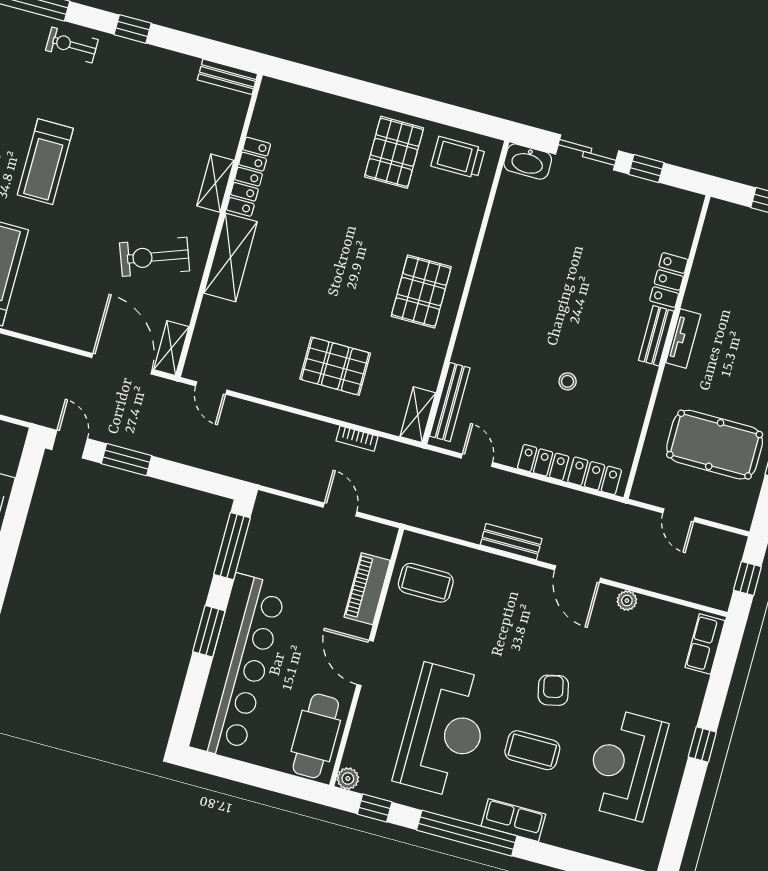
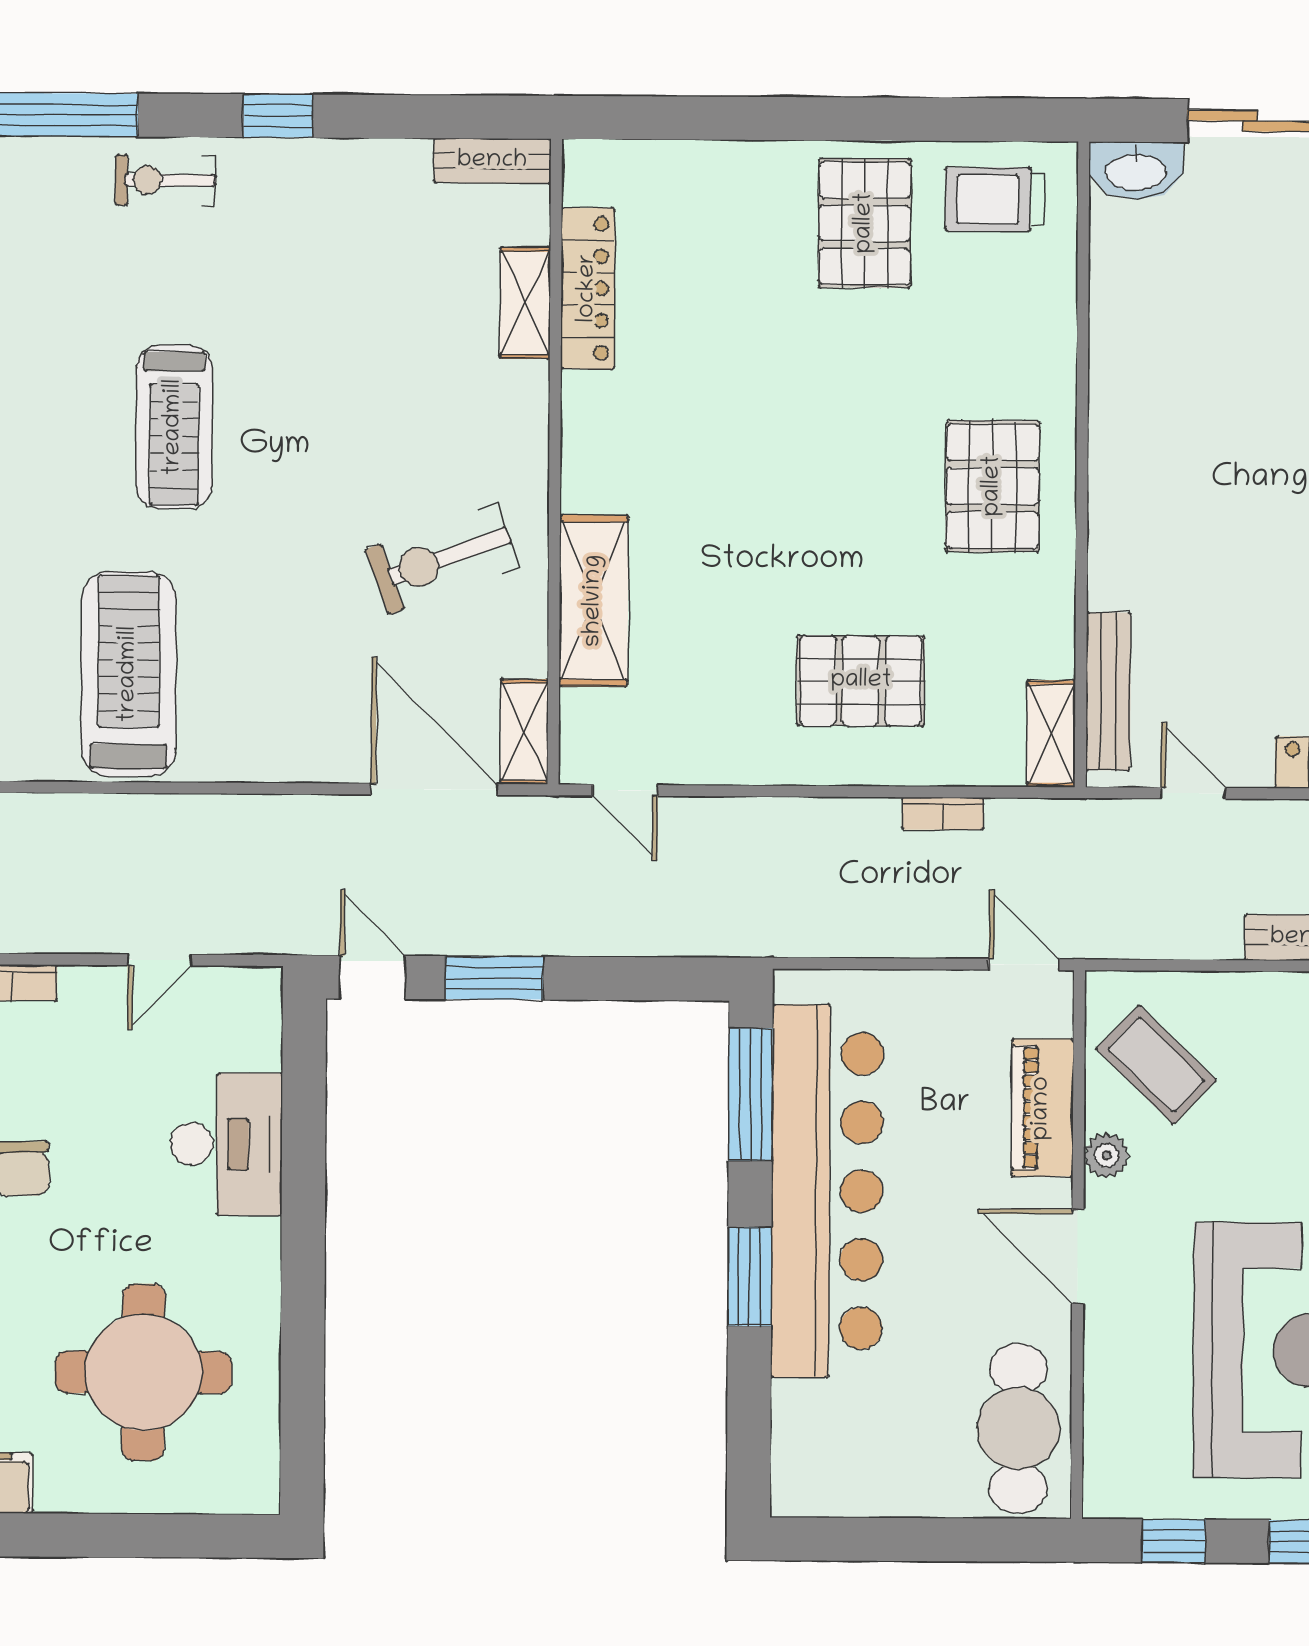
locker: (249, 177) -> (588, 288), moved
shelving: (215, 183) -> (525, 303), moved
shelving: (230, 257) -> (594, 601), moved
door: (340, 509) -> (1024, 964), moved
coffee table: (426, 583) -> (1156, 1065), turned 44
bar counter: (238, 667) -> (827, 1191), moved
plant: (348, 779) -> (1106, 1156), moved

